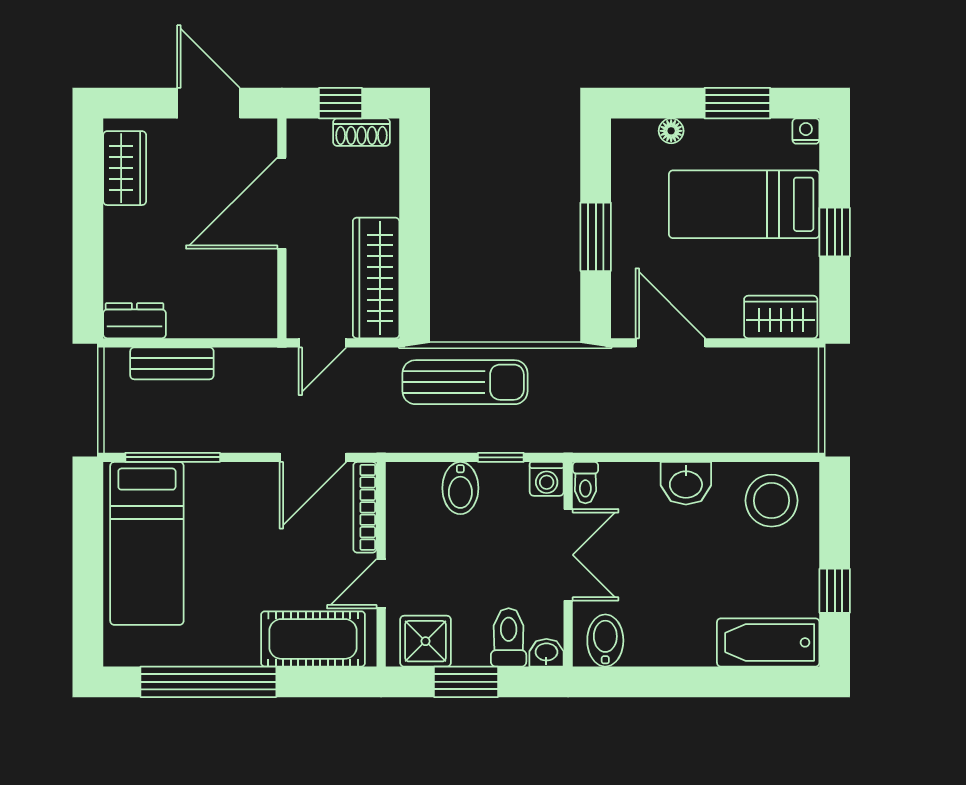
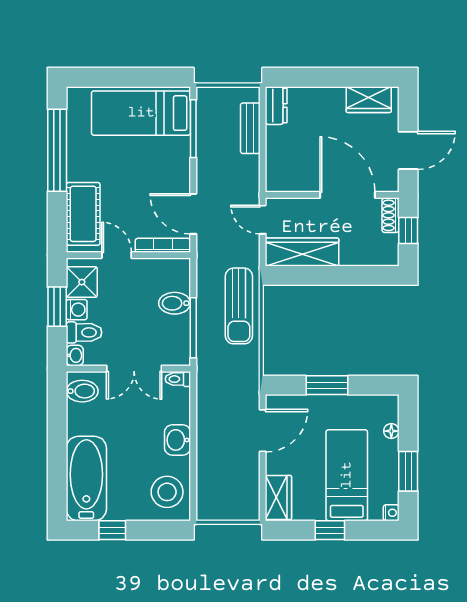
shoe rack: (362, 132) -> (391, 215), moved
window: (501, 457) -> (193, 328), width x2.17
washing machine: (547, 479) -> (77, 310), moved, turned 180
bathtub: (768, 642) -> (86, 479), width x1.36, depth x1.36

